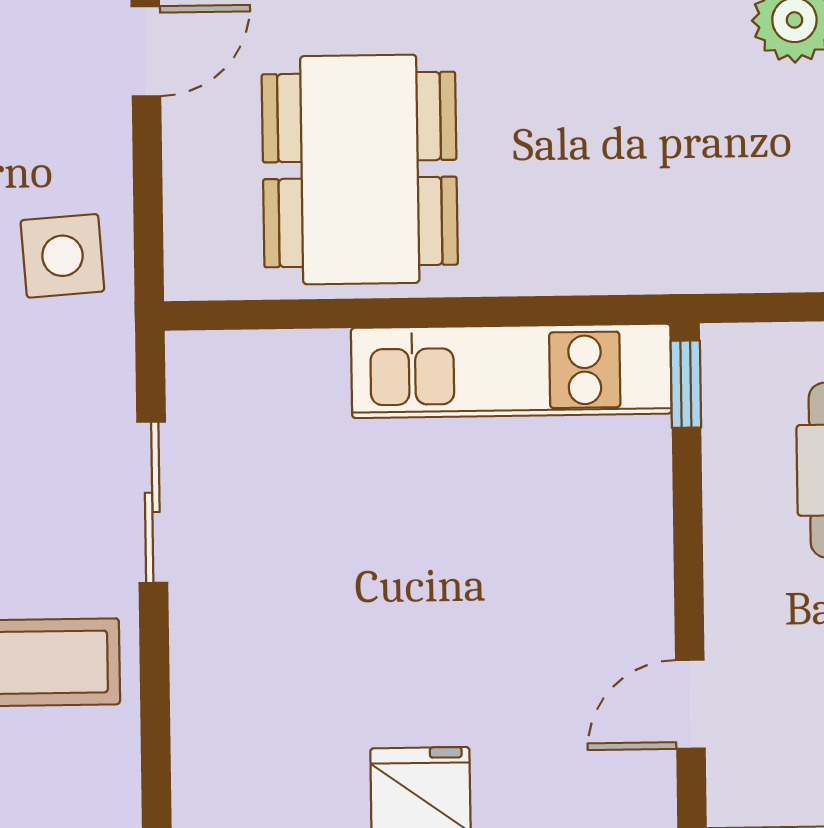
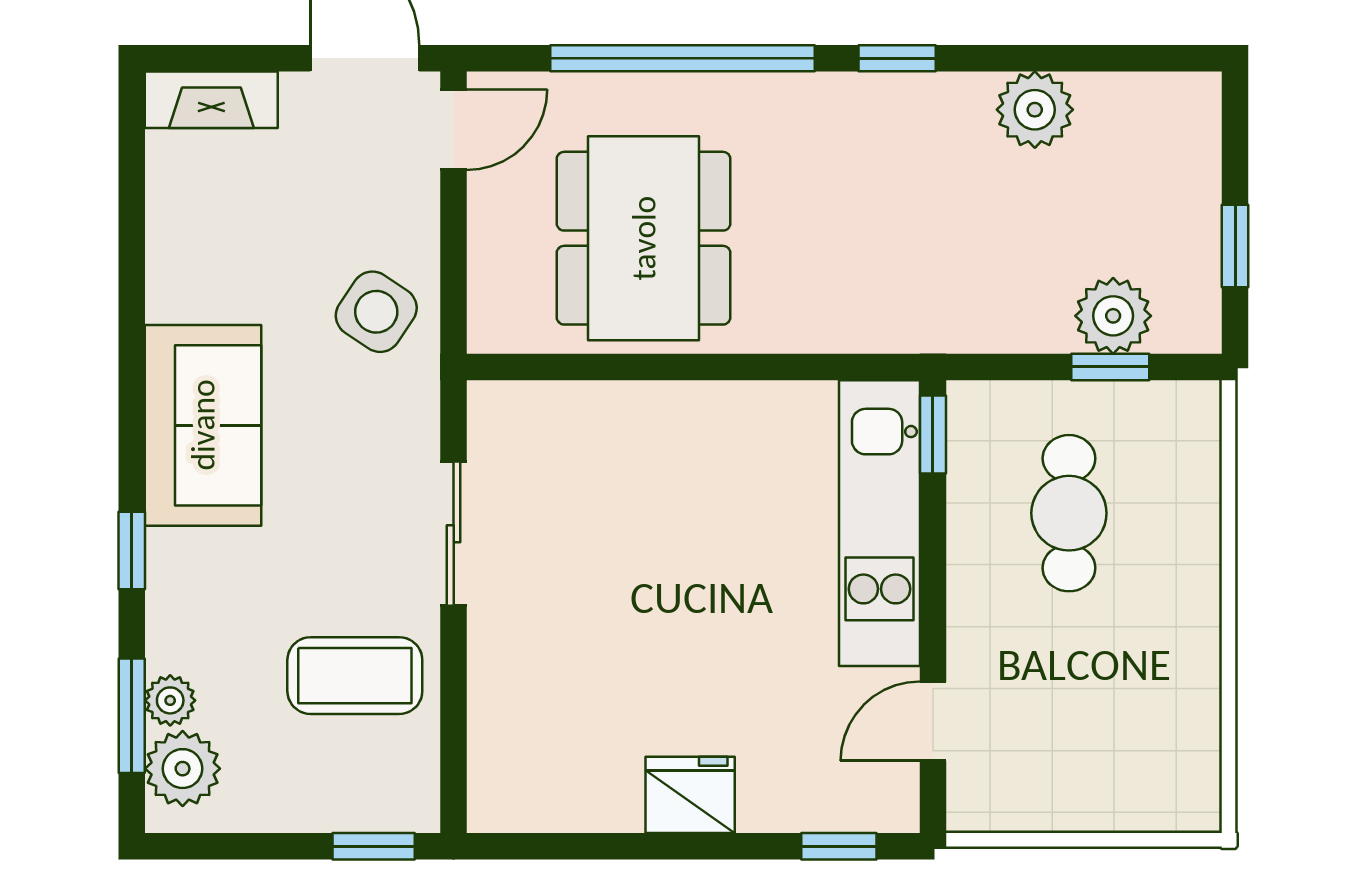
side table: (62, 256) -> (376, 312), turned 38
kitchen unit: (511, 371) -> (879, 523), moved, turned 90

